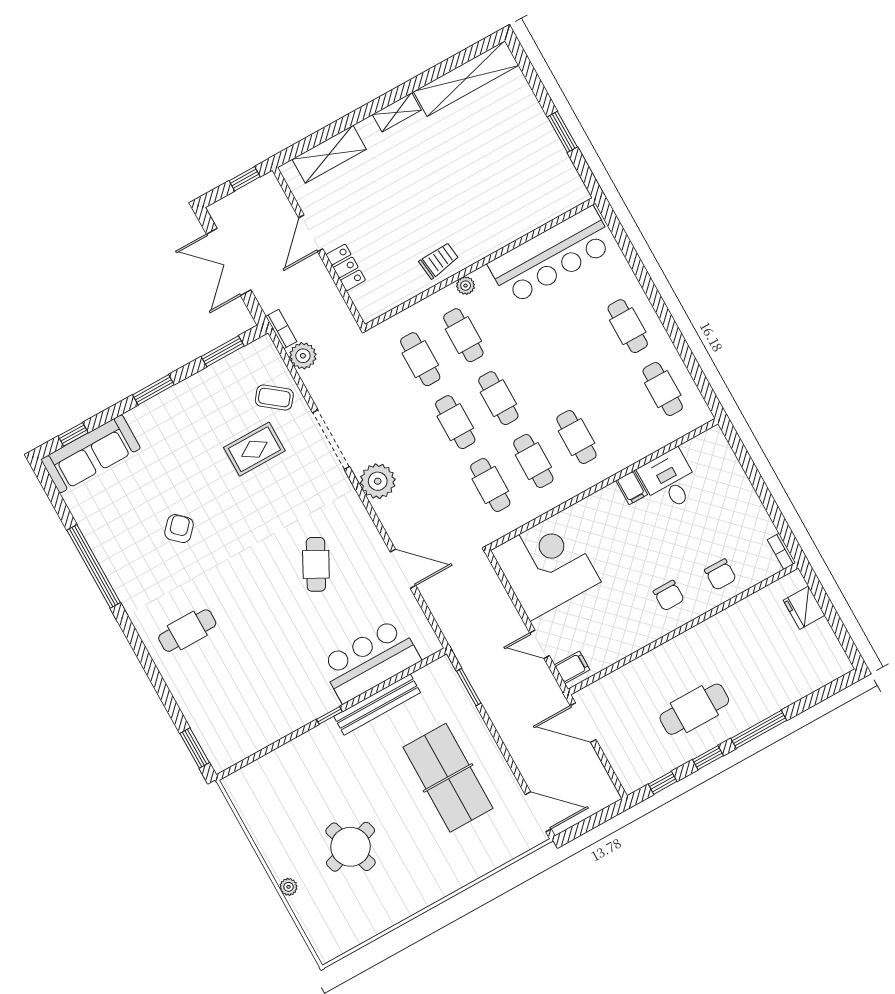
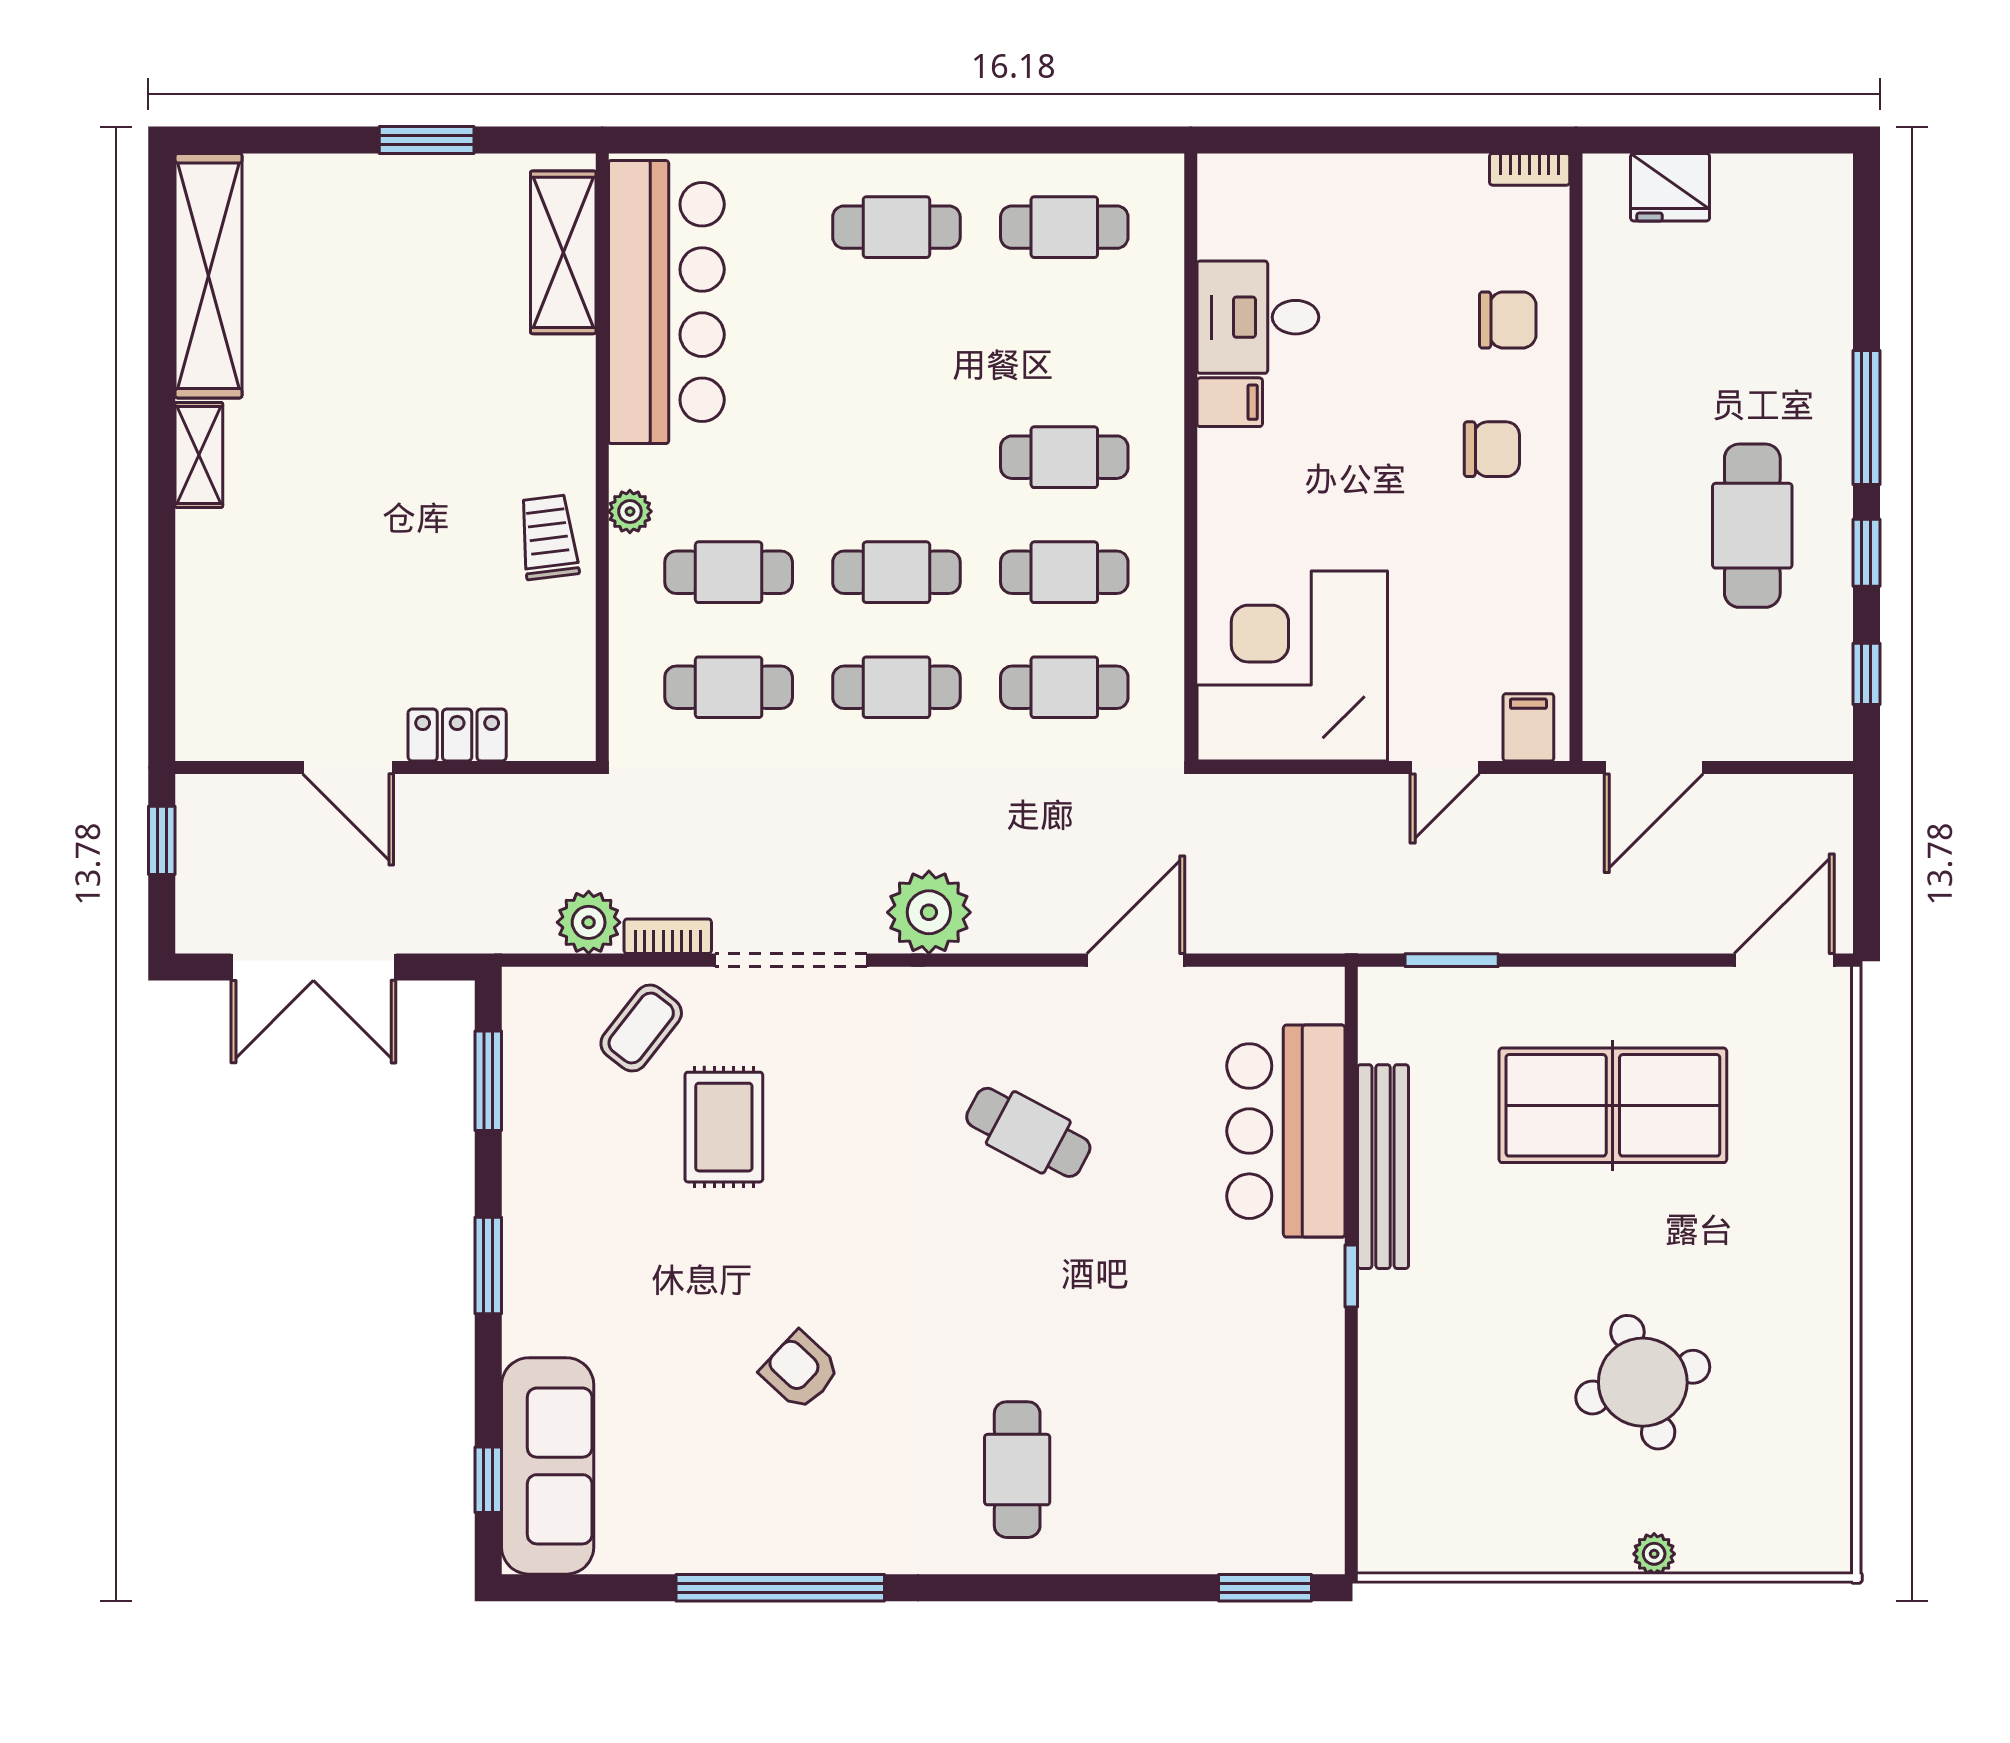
shelving: (329, 154) -> (563, 252), moved
bookcase: (281, 329) -> (668, 936), moved

